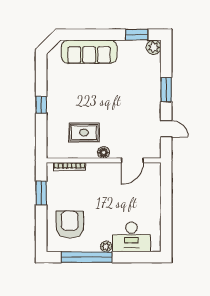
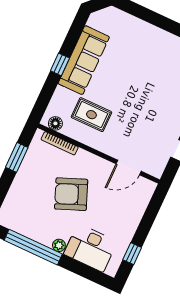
sofa: (89, 52) -> (84, 60), moved, turned -90
floor lamp: (104, 152) -> (55, 123), moved
armchair: (70, 225) -> (71, 194), moved, turned -112
window: (166, 226) -> (132, 254), added

